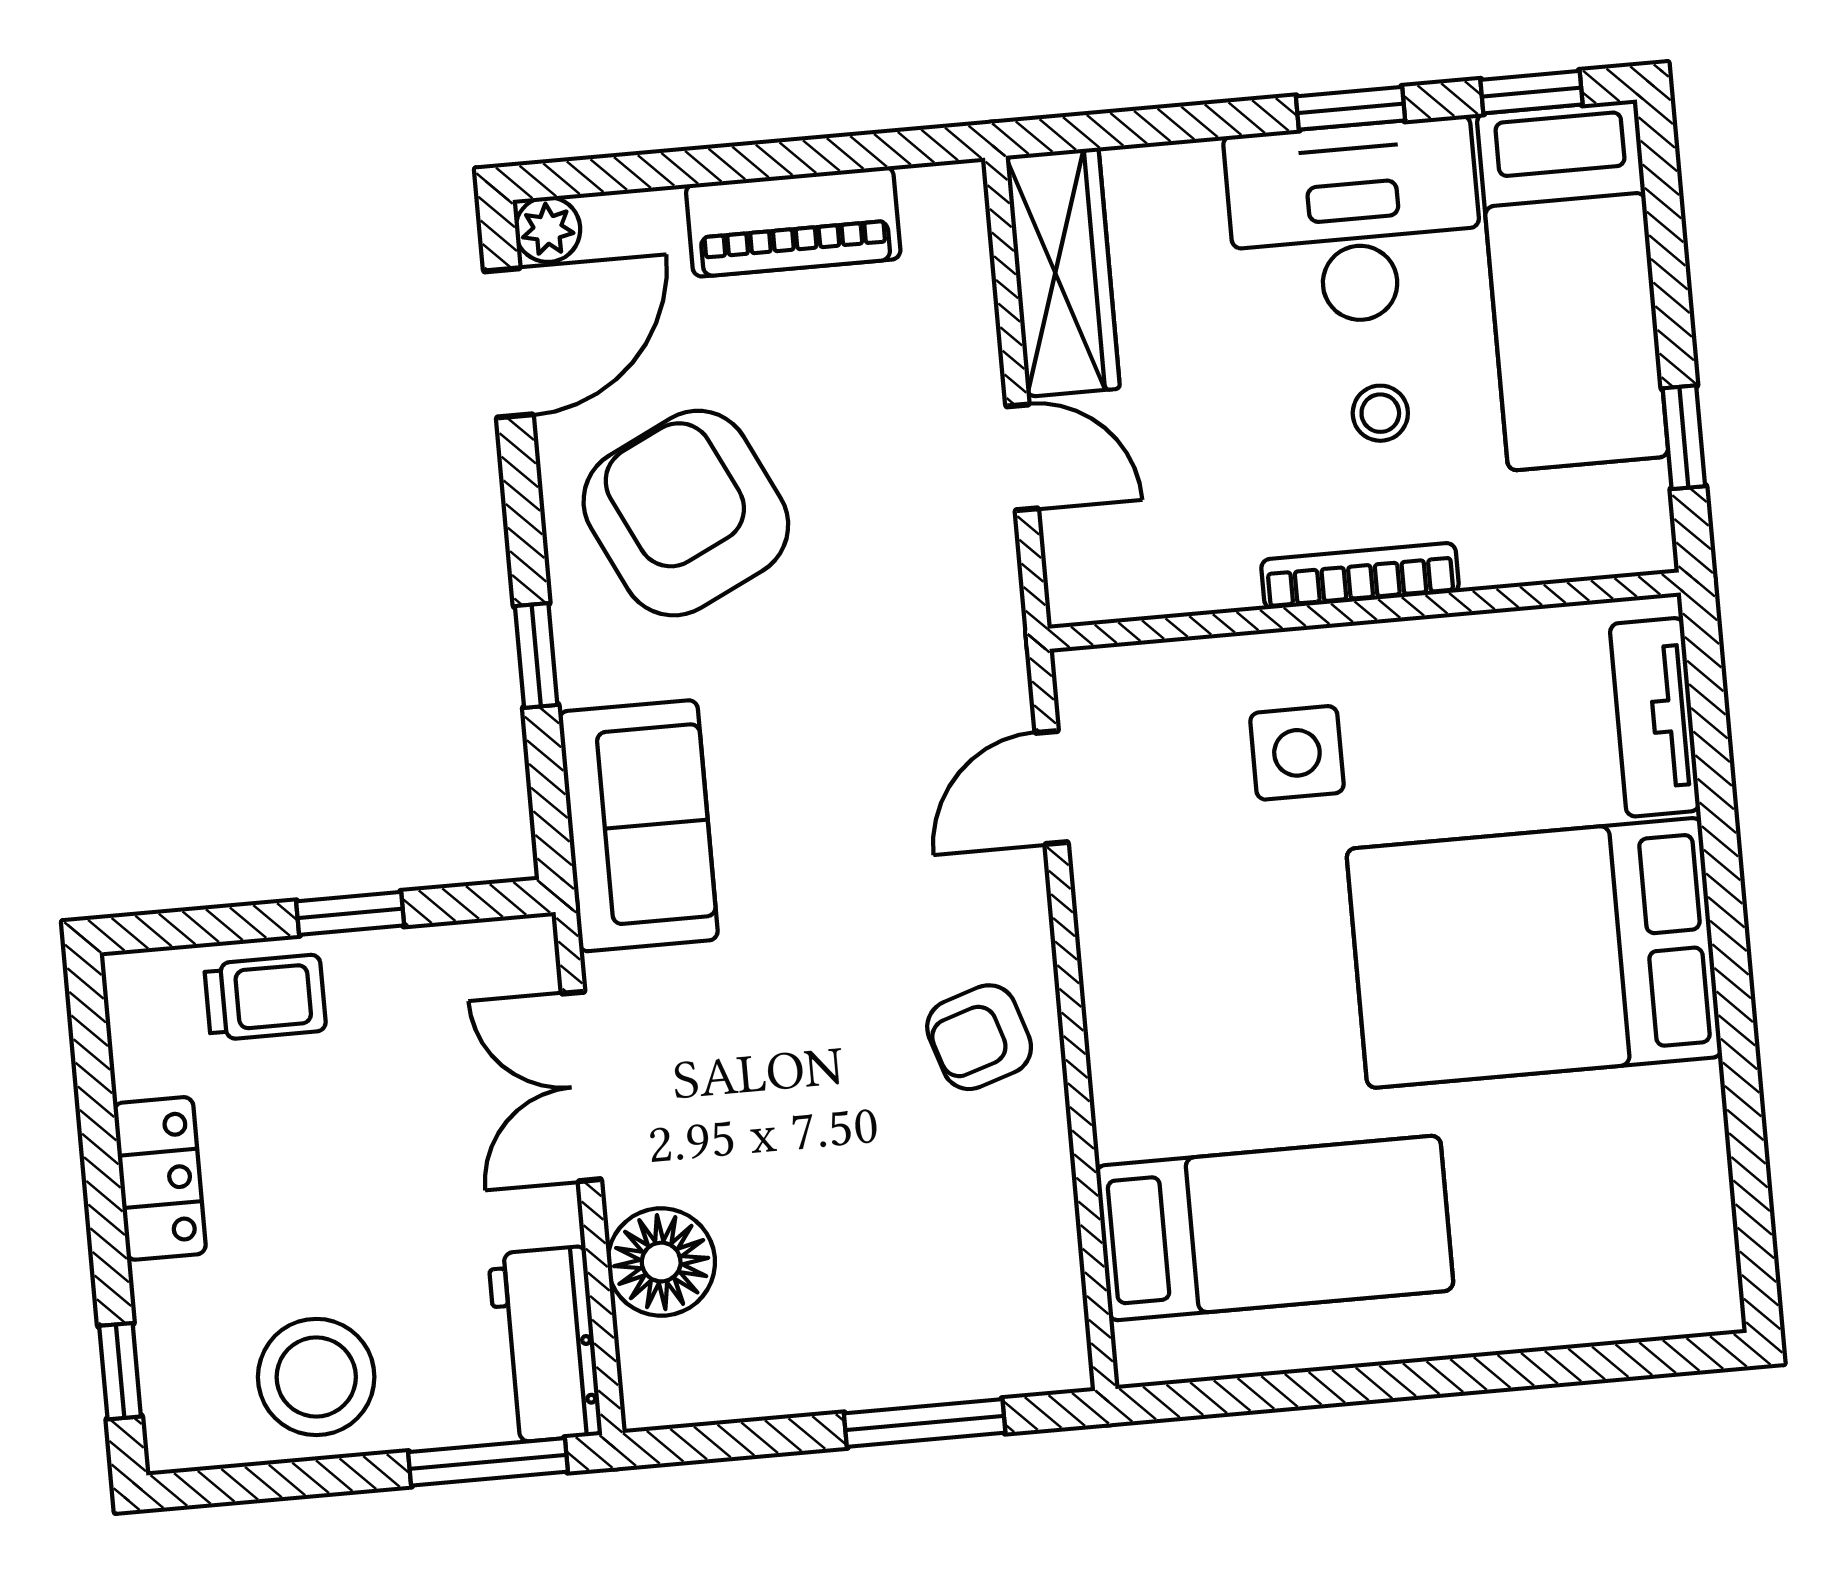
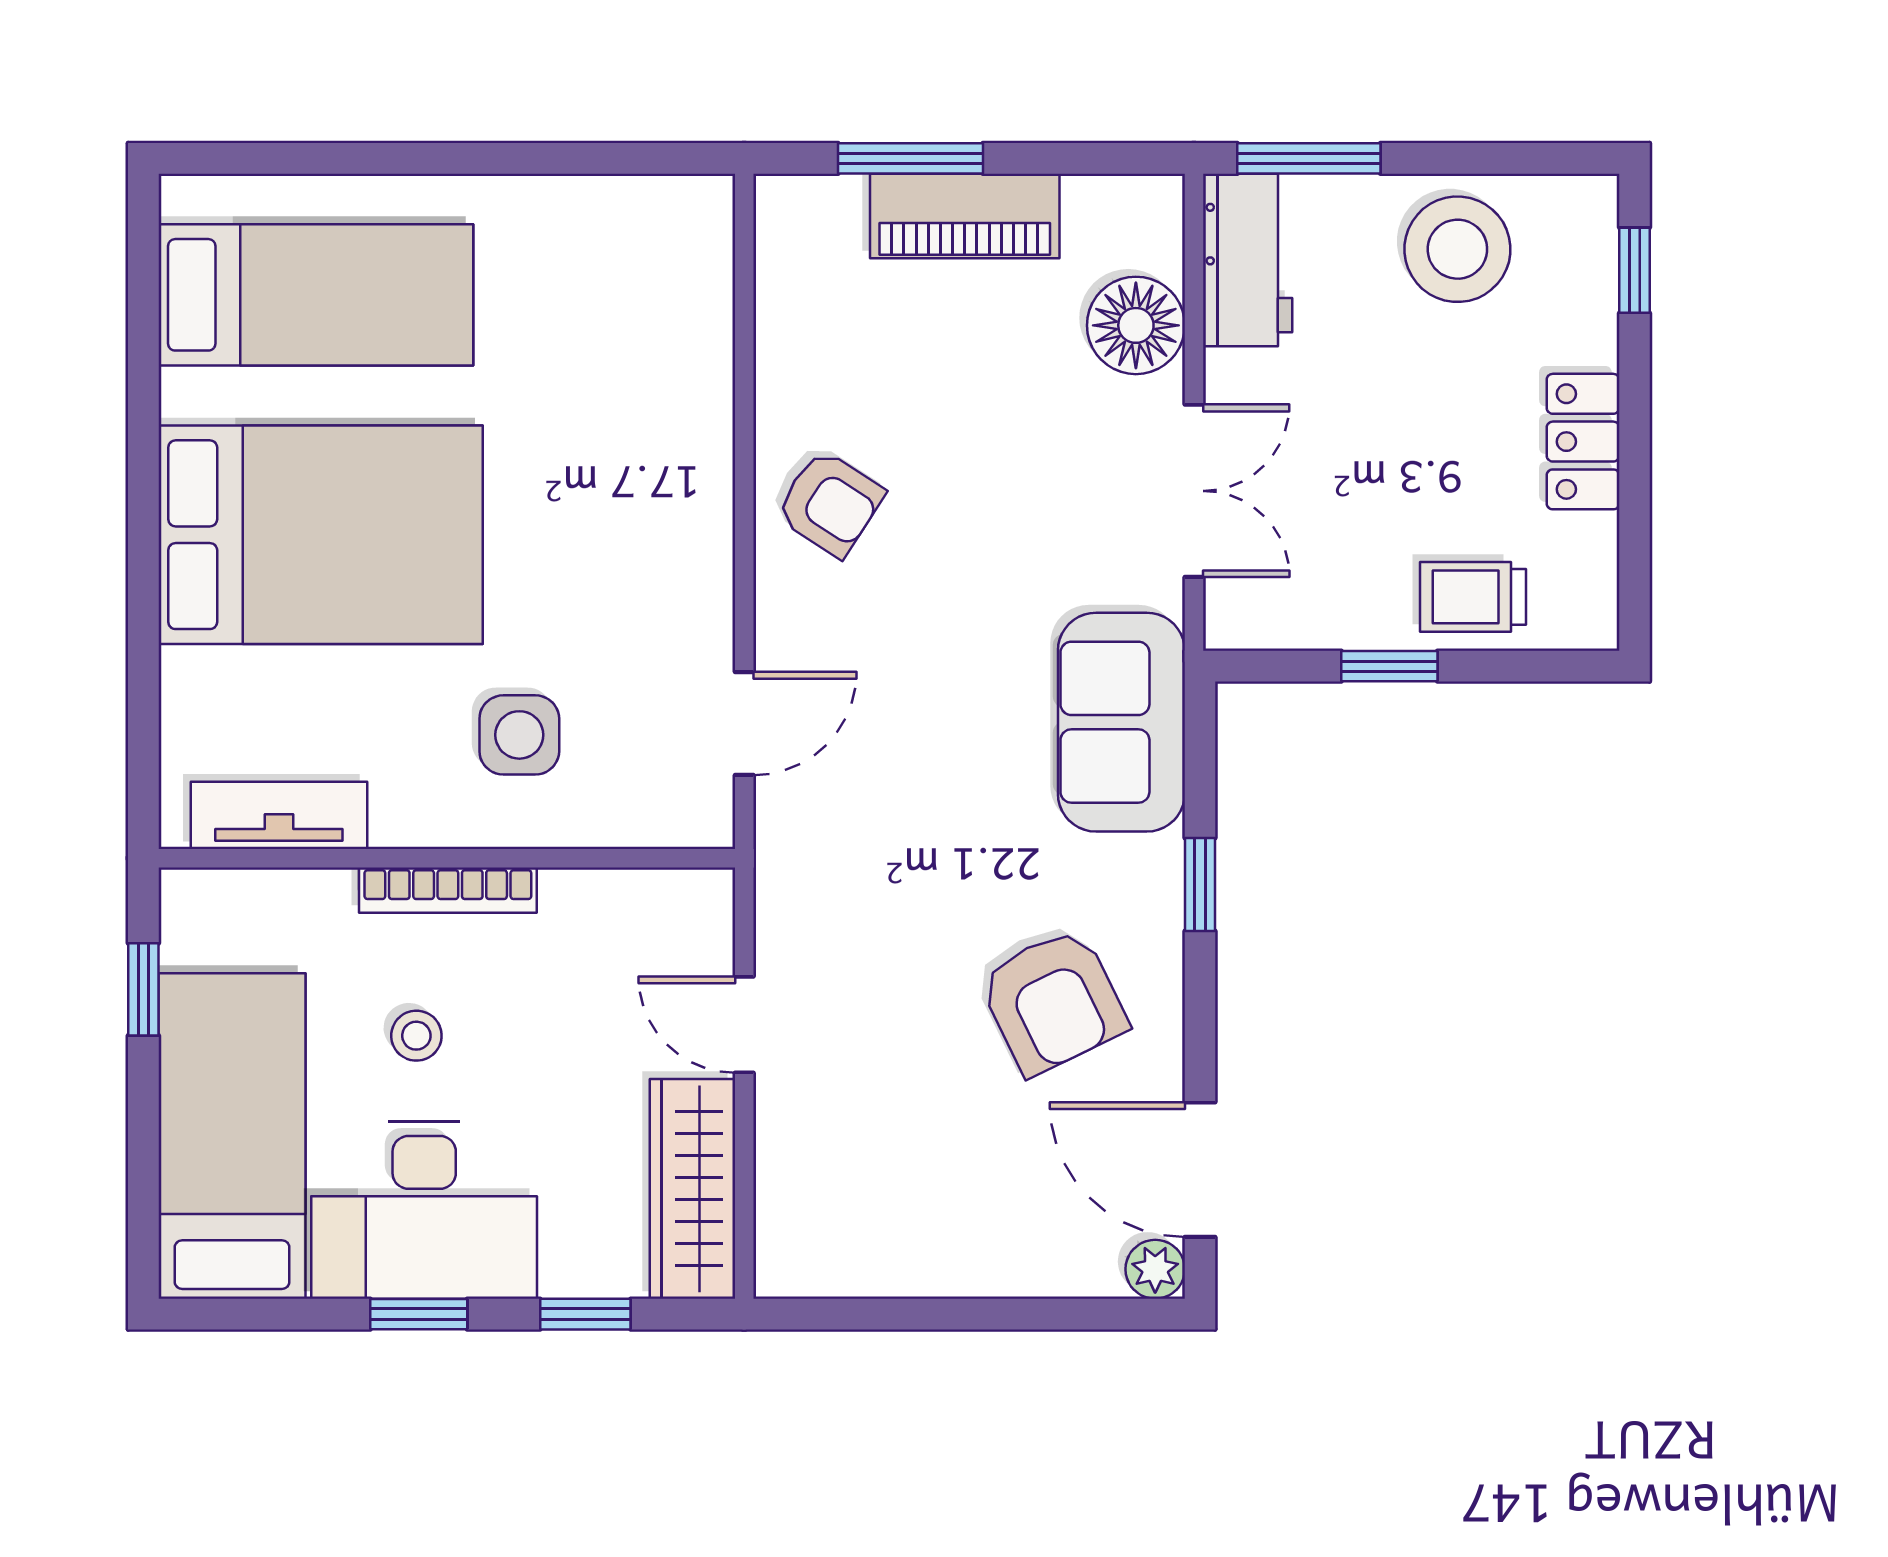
window: (1532, 92) -> (585, 1314), moved
piano: (793, 222) -> (965, 216), moved, turned 180
door: (508, 343) -> (1200, 1170), hinge flipped
armchair: (686, 513) -> (1053, 1001), width x0.73, depth x0.73
tv unit: (1655, 717) -> (279, 815), moved, turned -90
armchair: (979, 1037) -> (830, 503), turned 51
bed: (1275, 1228) -> (316, 295), moved, turned 180

